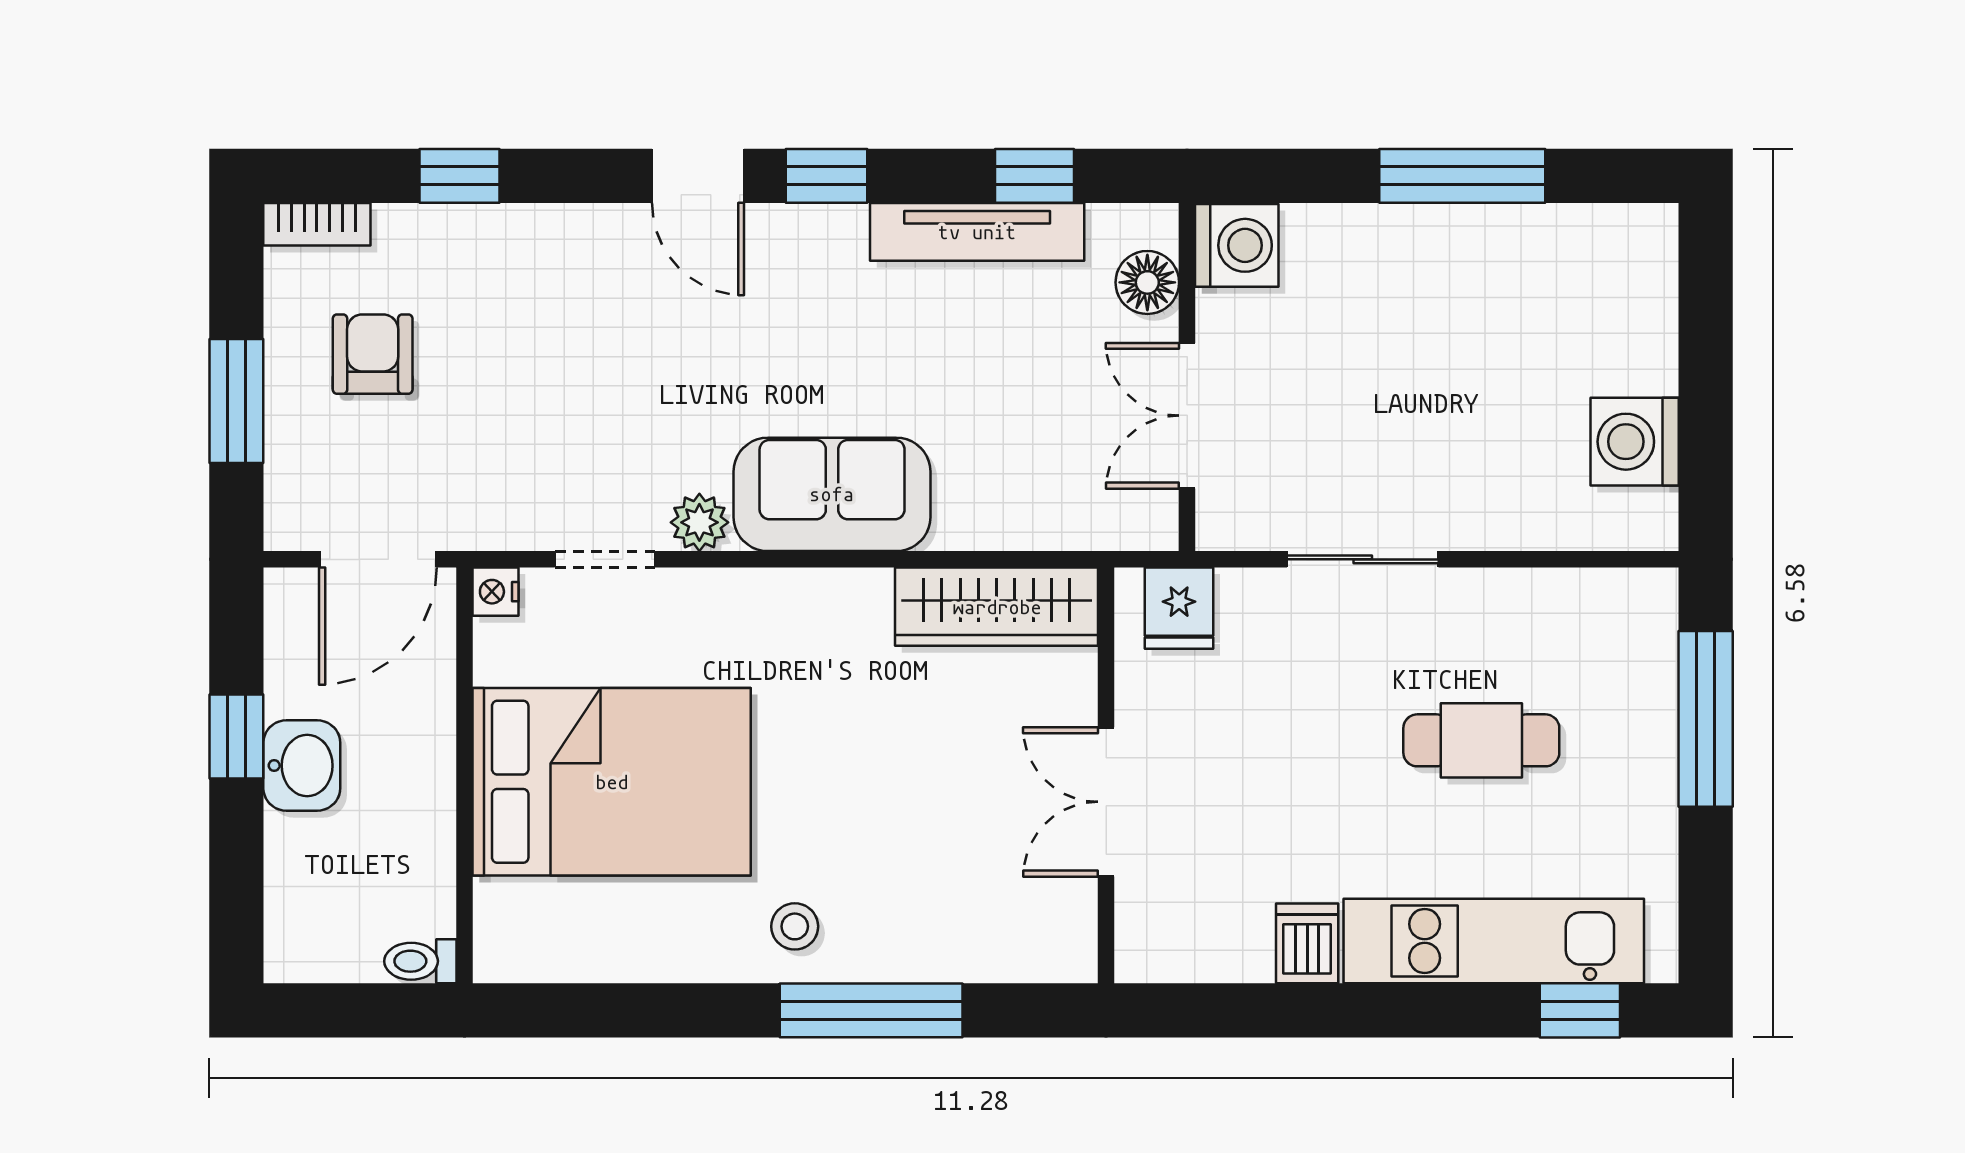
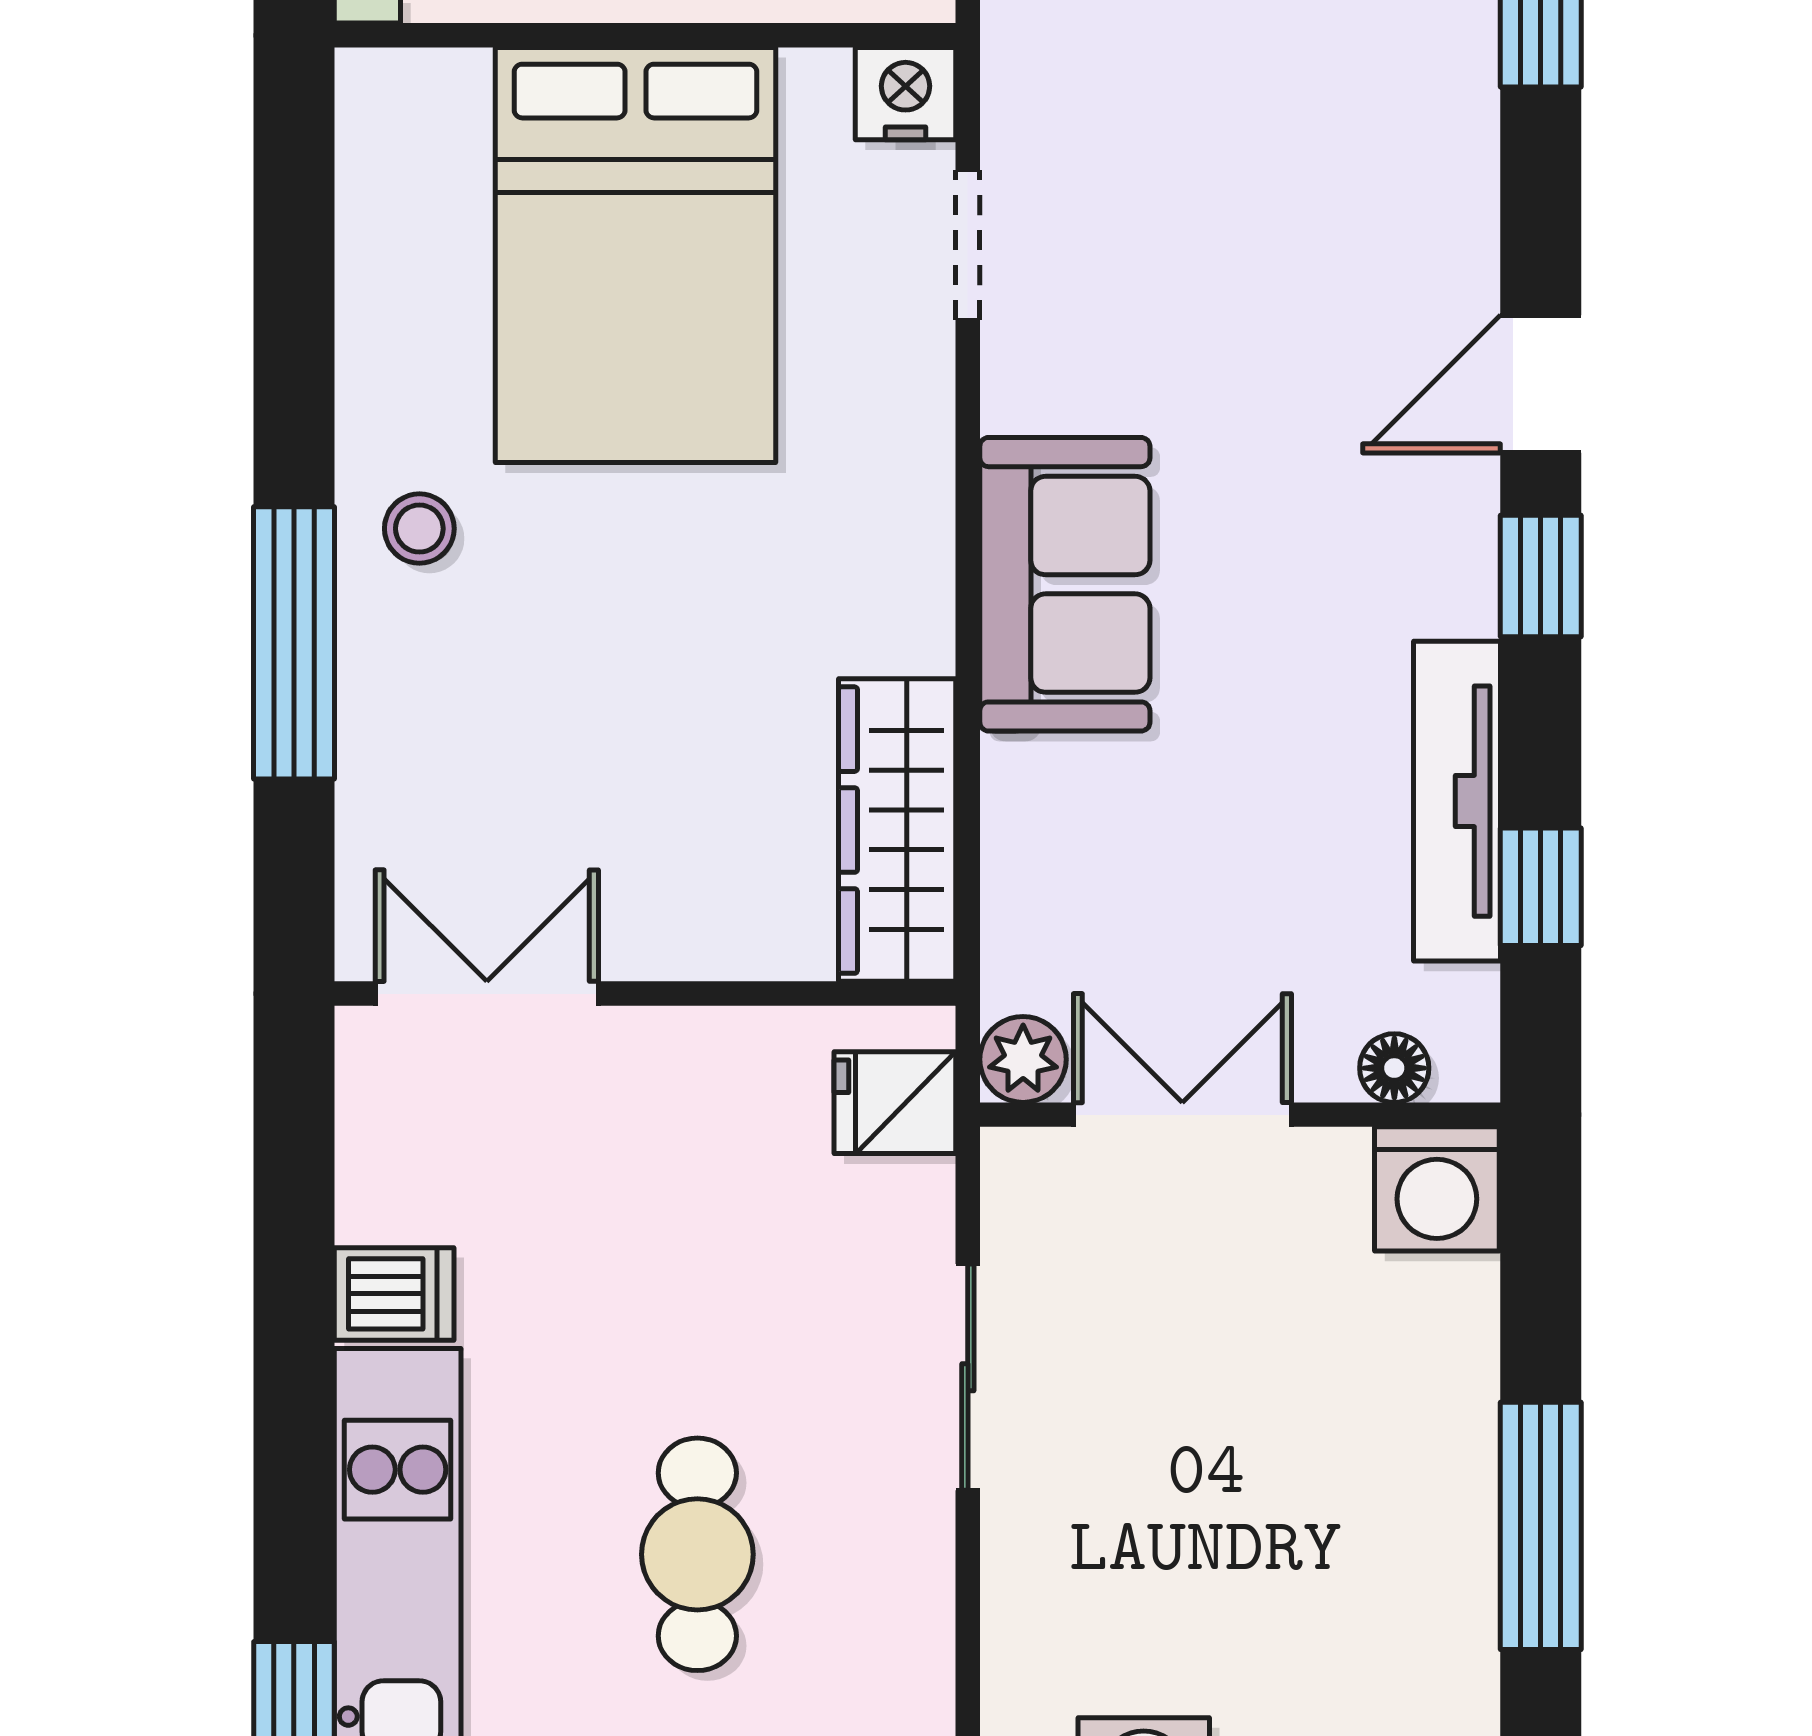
floor lamp: (1147, 282) -> (1394, 1068), width x0.73, depth x0.73
plant: (699, 522) -> (1023, 1059), moved
nightstand: (496, 592) -> (905, 94), width x1.39, depth x1.35
double door: (1106, 802) -> (487, 994), moved

